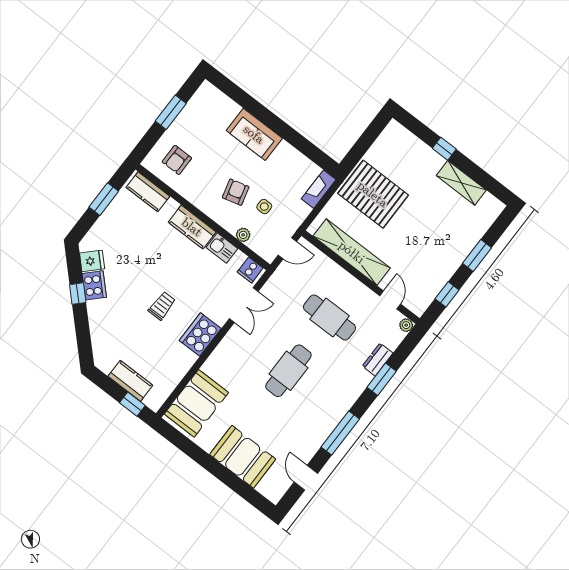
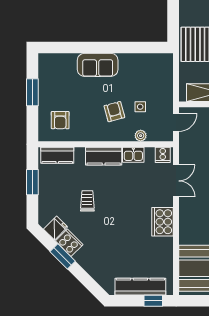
fireplace: (319, 189) -> (167, 68), removed
window: (78, 294) -> (63, 256), width x1.50
trolley: (162, 306) -> (87, 201), moved
kitchen counter: (130, 381) -> (140, 287), width x1.50

